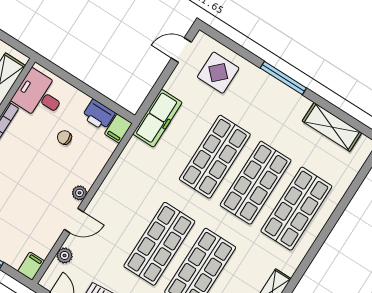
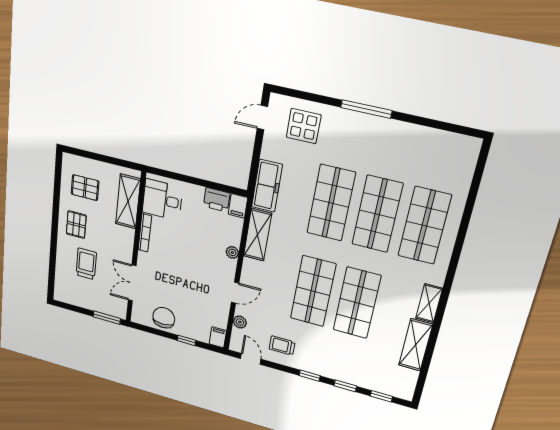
shelving: (332, 127) -> (258, 235), moved, turned 90
chair: (64, 137) -> (198, 228), removed
plant: (79, 193) -> (232, 252), moved

